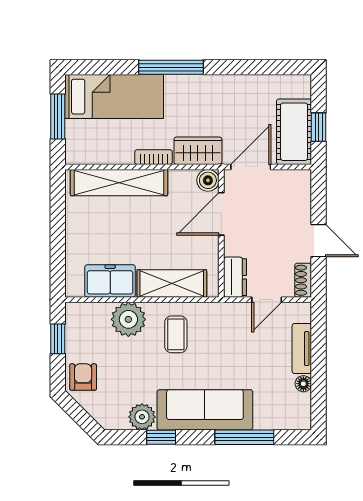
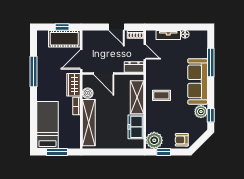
window: (171, 67) -> (33, 72), moved
door: (251, 167) -> (81, 59), hinge flipped
boiler: (208, 180) -> (88, 93), moved
door: (319, 241) -> (116, 27), swing flipped
plant: (128, 319) -> (154, 140), moved
window: (161, 437) -> (211, 115), moved

